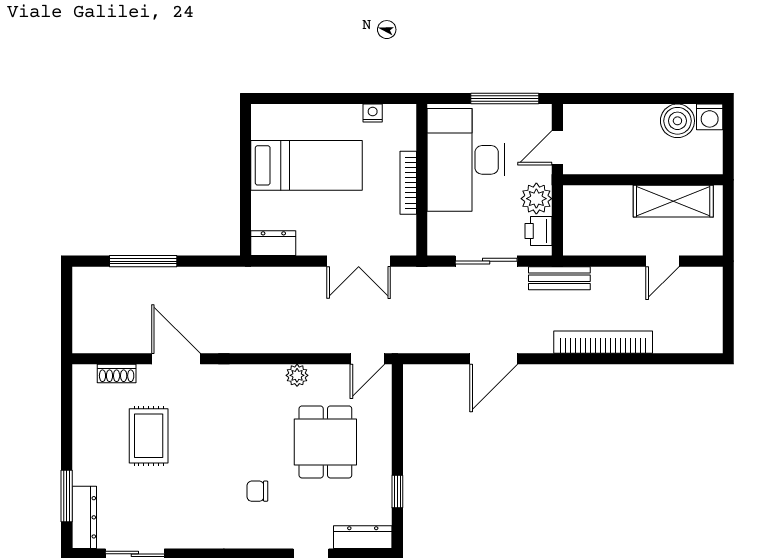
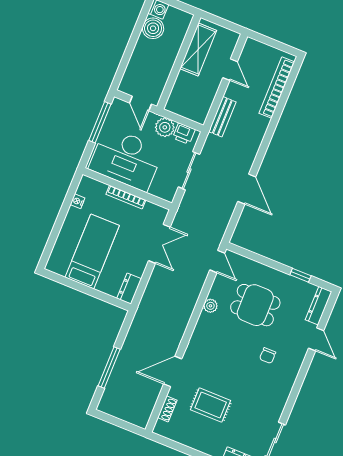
bench: (559, 278) -> (222, 117), moved
bookcase: (603, 342) -> (277, 88), moved

